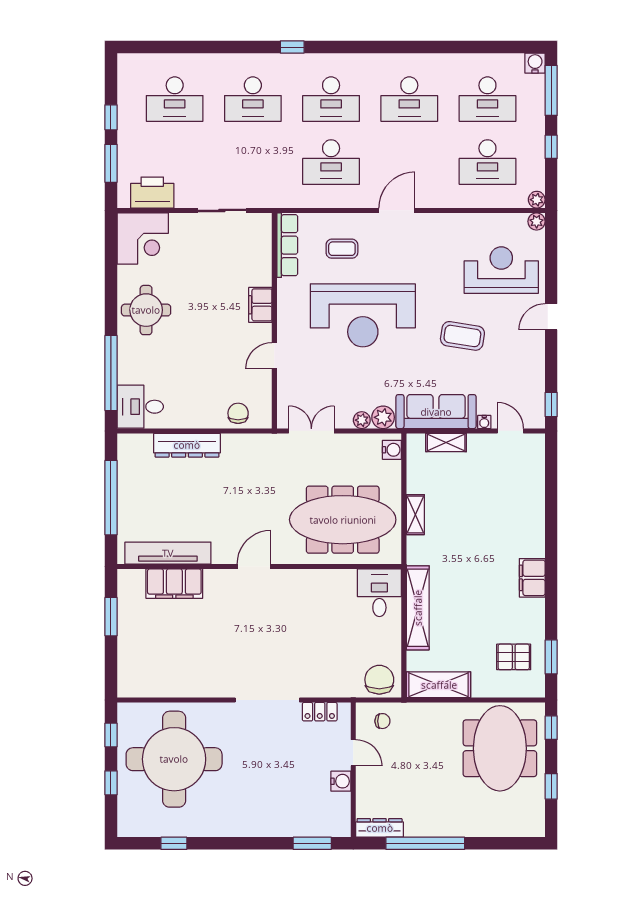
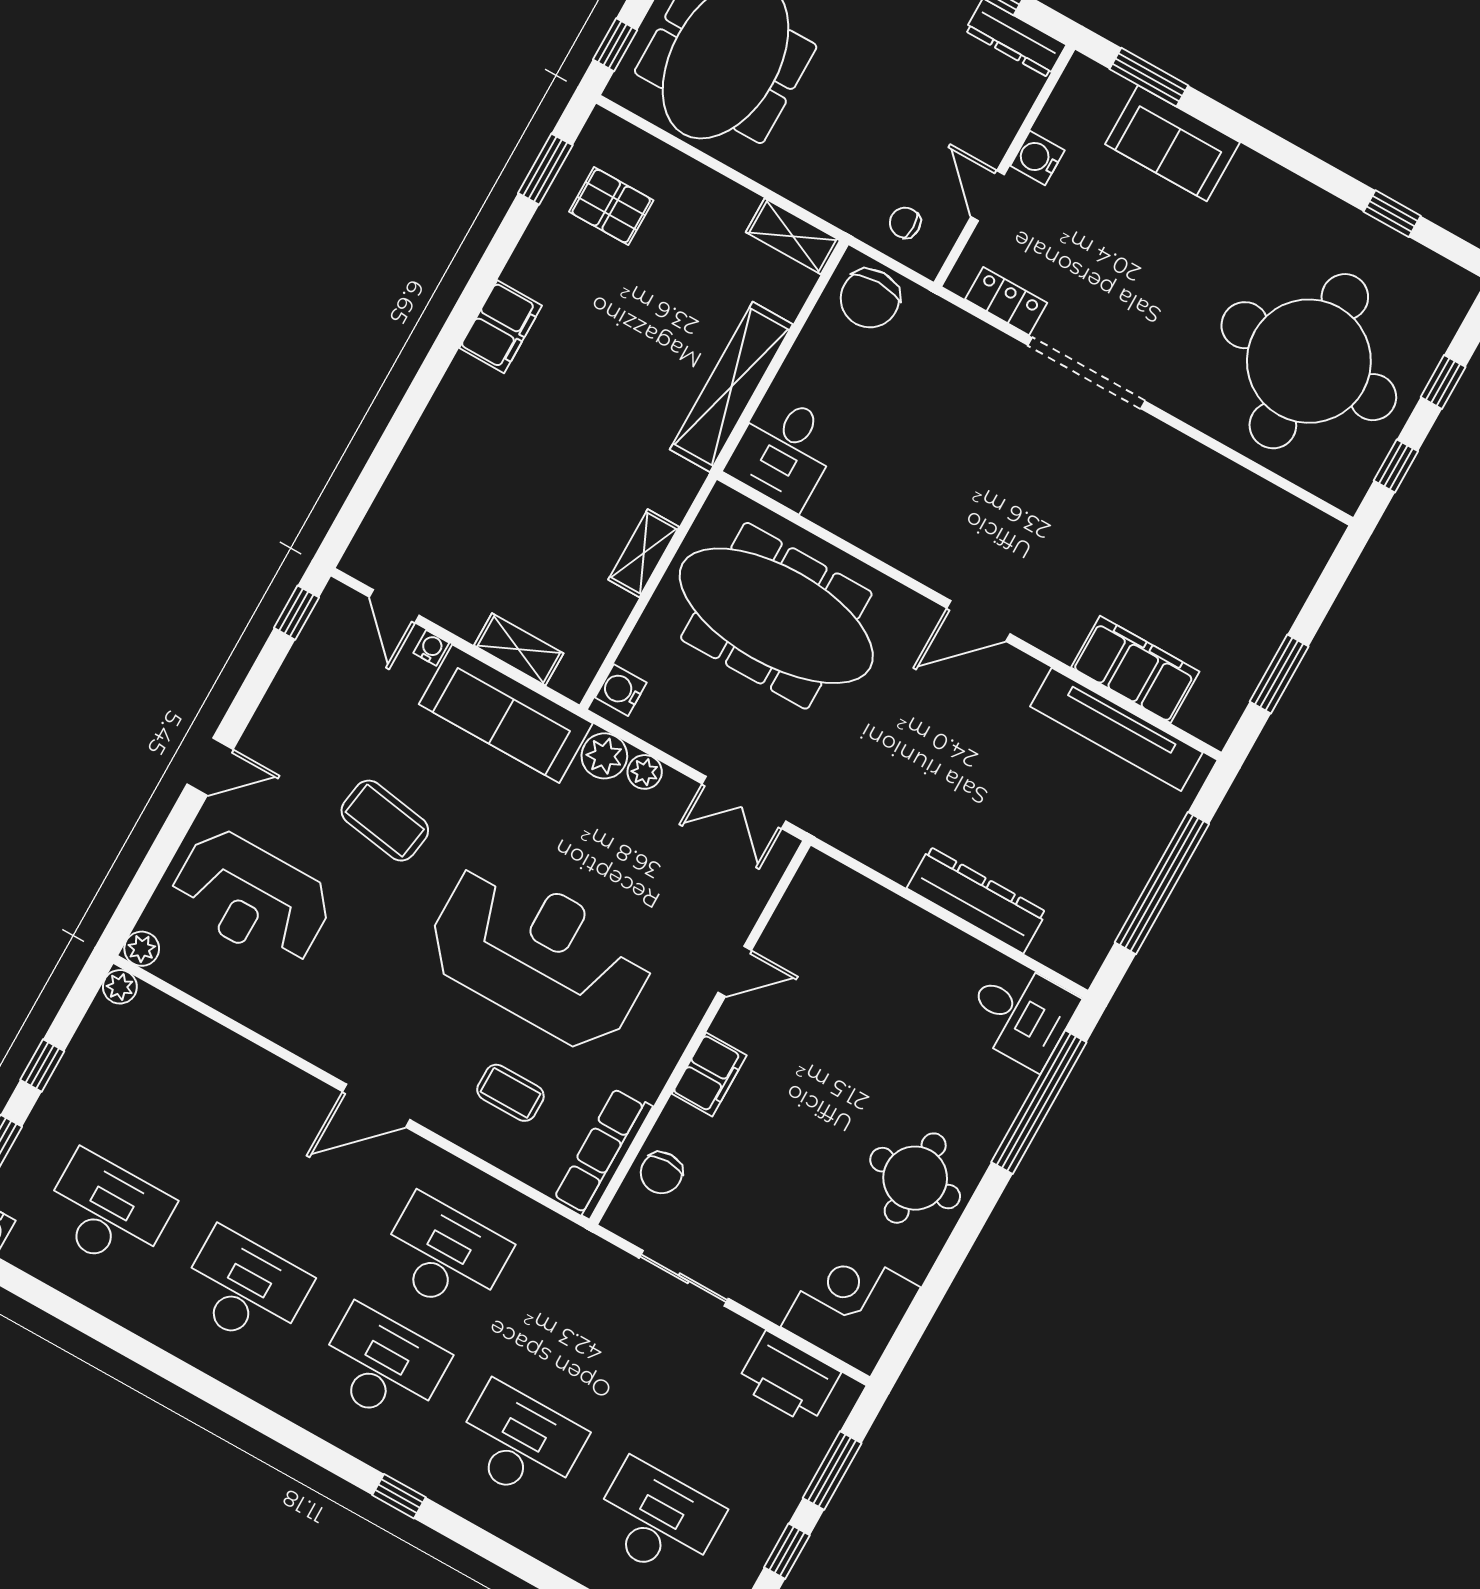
desk: (487, 162) -> (169, 1101), removed
chair: (238, 413) -> (661, 1173), moved
shelving: (439, 685) -> (793, 236), width x0.67, depth x0.75
sofa: (286, 820) -> (1172, 143), added

